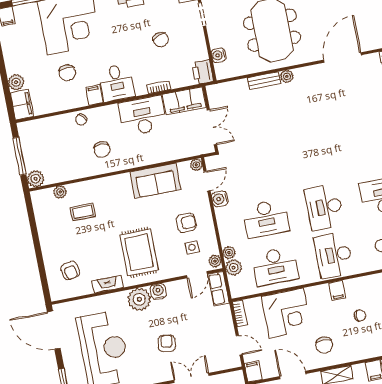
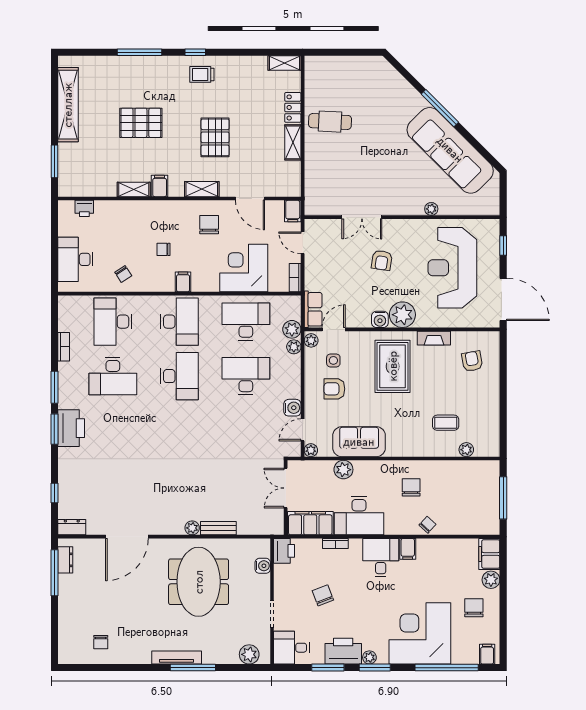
chair: (67, 73) -> (474, 608), moved
plant: (36, 179) -> (343, 470), moved

